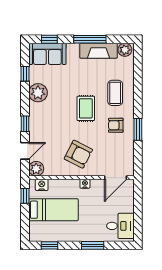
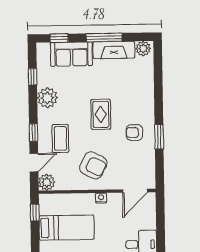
sofa: (47, 54) -> (71, 54), moved
coffee table: (115, 93) -> (60, 138), moved
nightstand: (42, 185) -> (53, 200), removed

